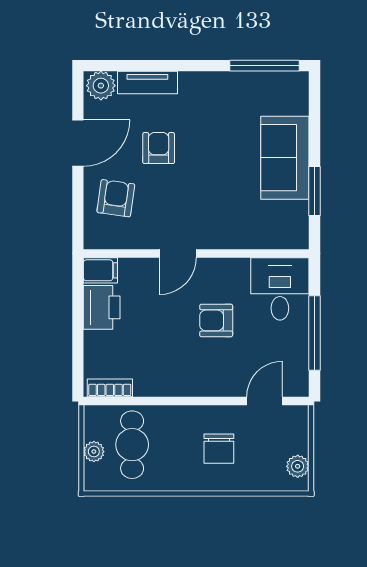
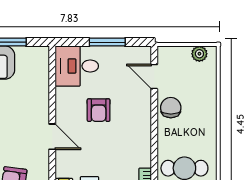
window: (314, 333) -> (107, 42), width x0.69
chair: (219, 449) -> (171, 108), moved, turned -90

